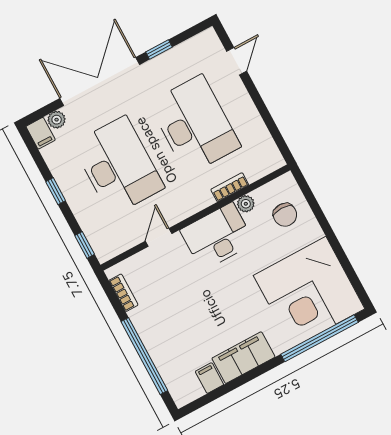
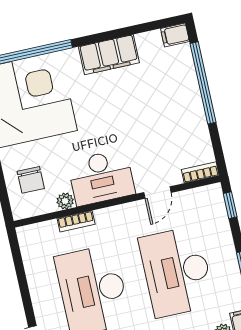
chair: (285, 215) -> (31, 180), turned 180
bookcase: (123, 293) -> (200, 172), moved, turned 90
filing cabinet: (209, 378) -> (175, 35), moved, turned 90

